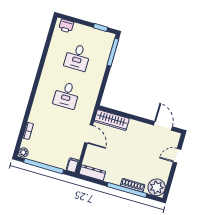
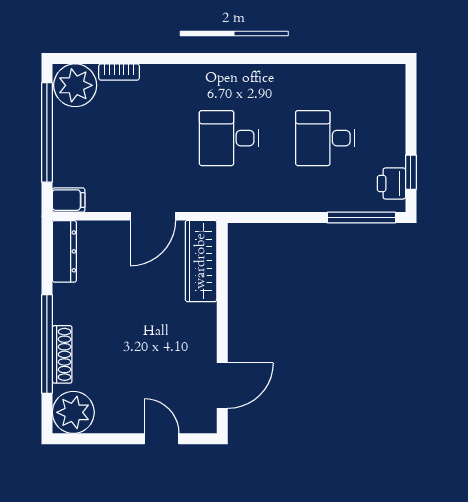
printer: (66, 26) -> (391, 183), moved
plant: (23, 152) -> (75, 85), width x1.88, depth x1.88

